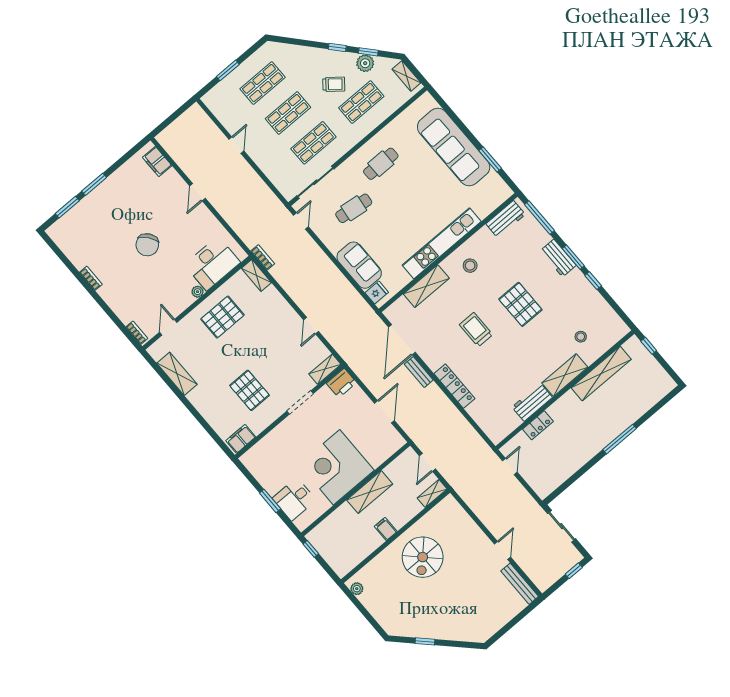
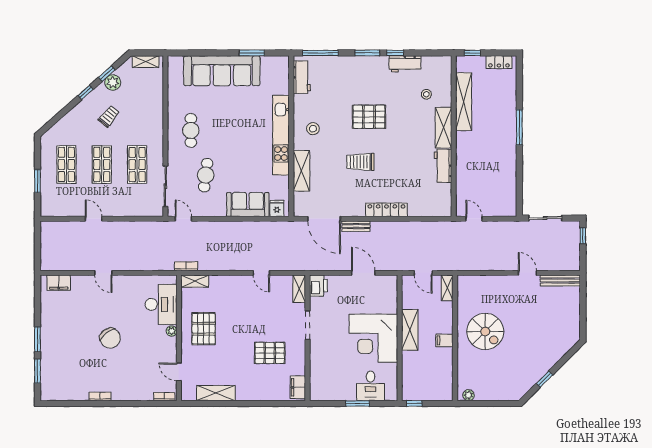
shop shelf: (361, 102) -> (137, 108), removed
workbench: (558, 258) -> (405, 64), moved
locker: (538, 425) -> (499, 62), moved, turned 90

